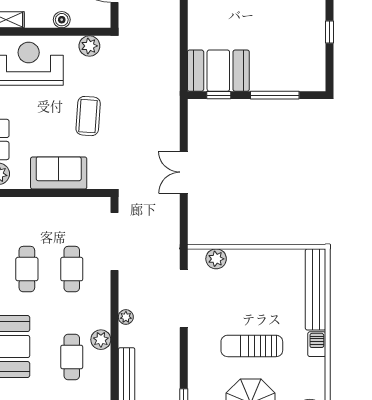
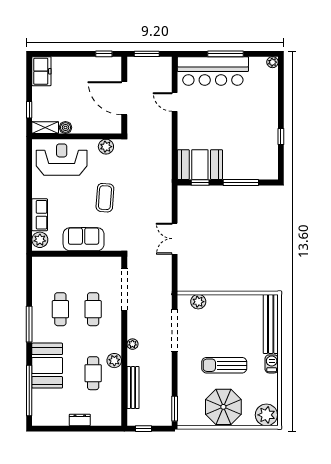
boiler: (62, 20) -> (65, 127), moved

